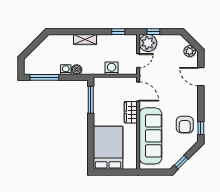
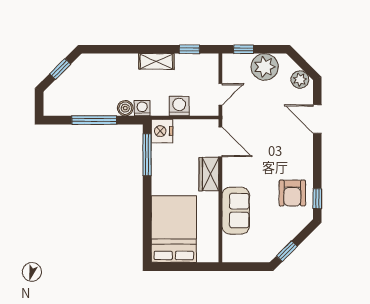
shelving: (85, 39) -> (156, 61), moved
plant: (148, 43) -> (265, 67), moved
window: (35, 44) -> (60, 69), added
washing machine: (66, 70) -> (142, 108), moved
window: (44, 77) -> (94, 120), moved
nightstand: (100, 84) -> (162, 131), added
sofa: (150, 136) -> (236, 211), width x0.54, depth x0.79

